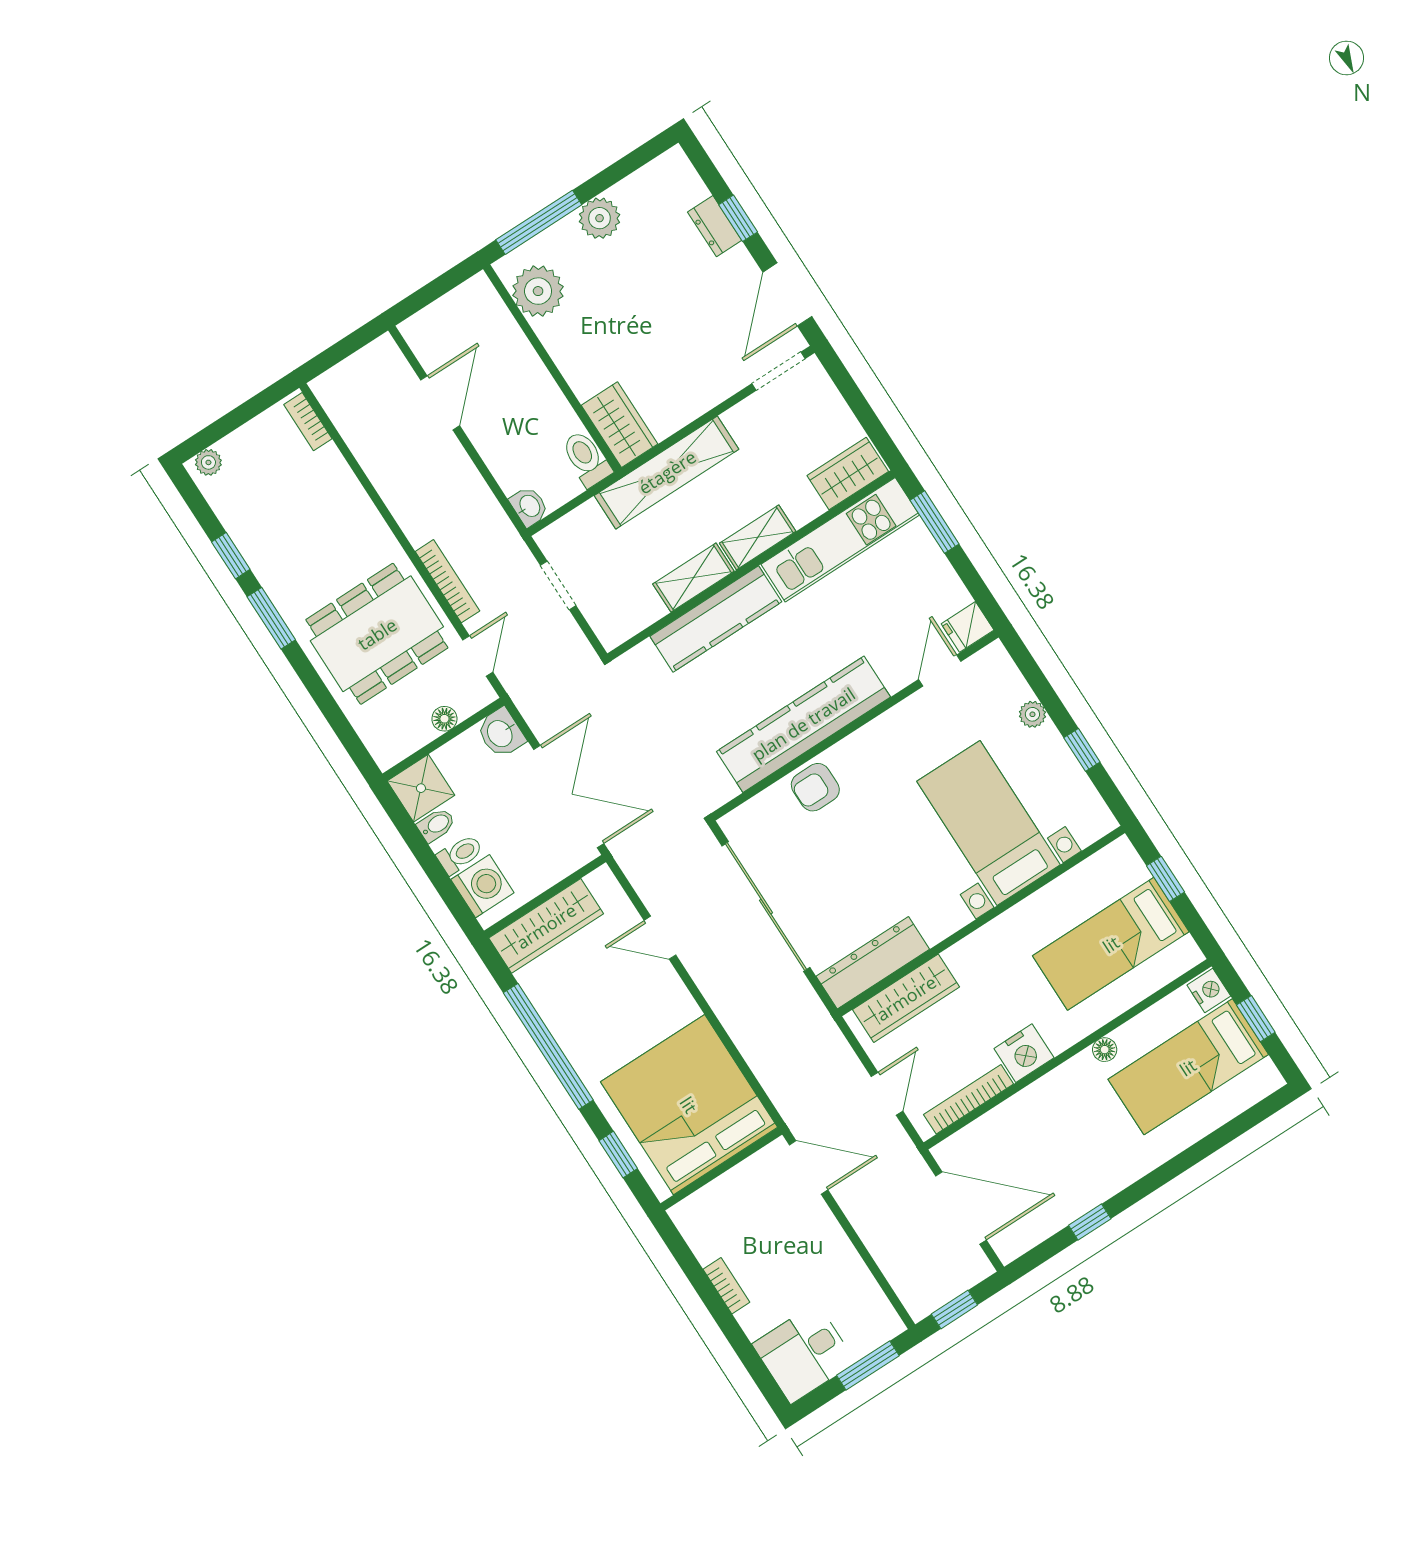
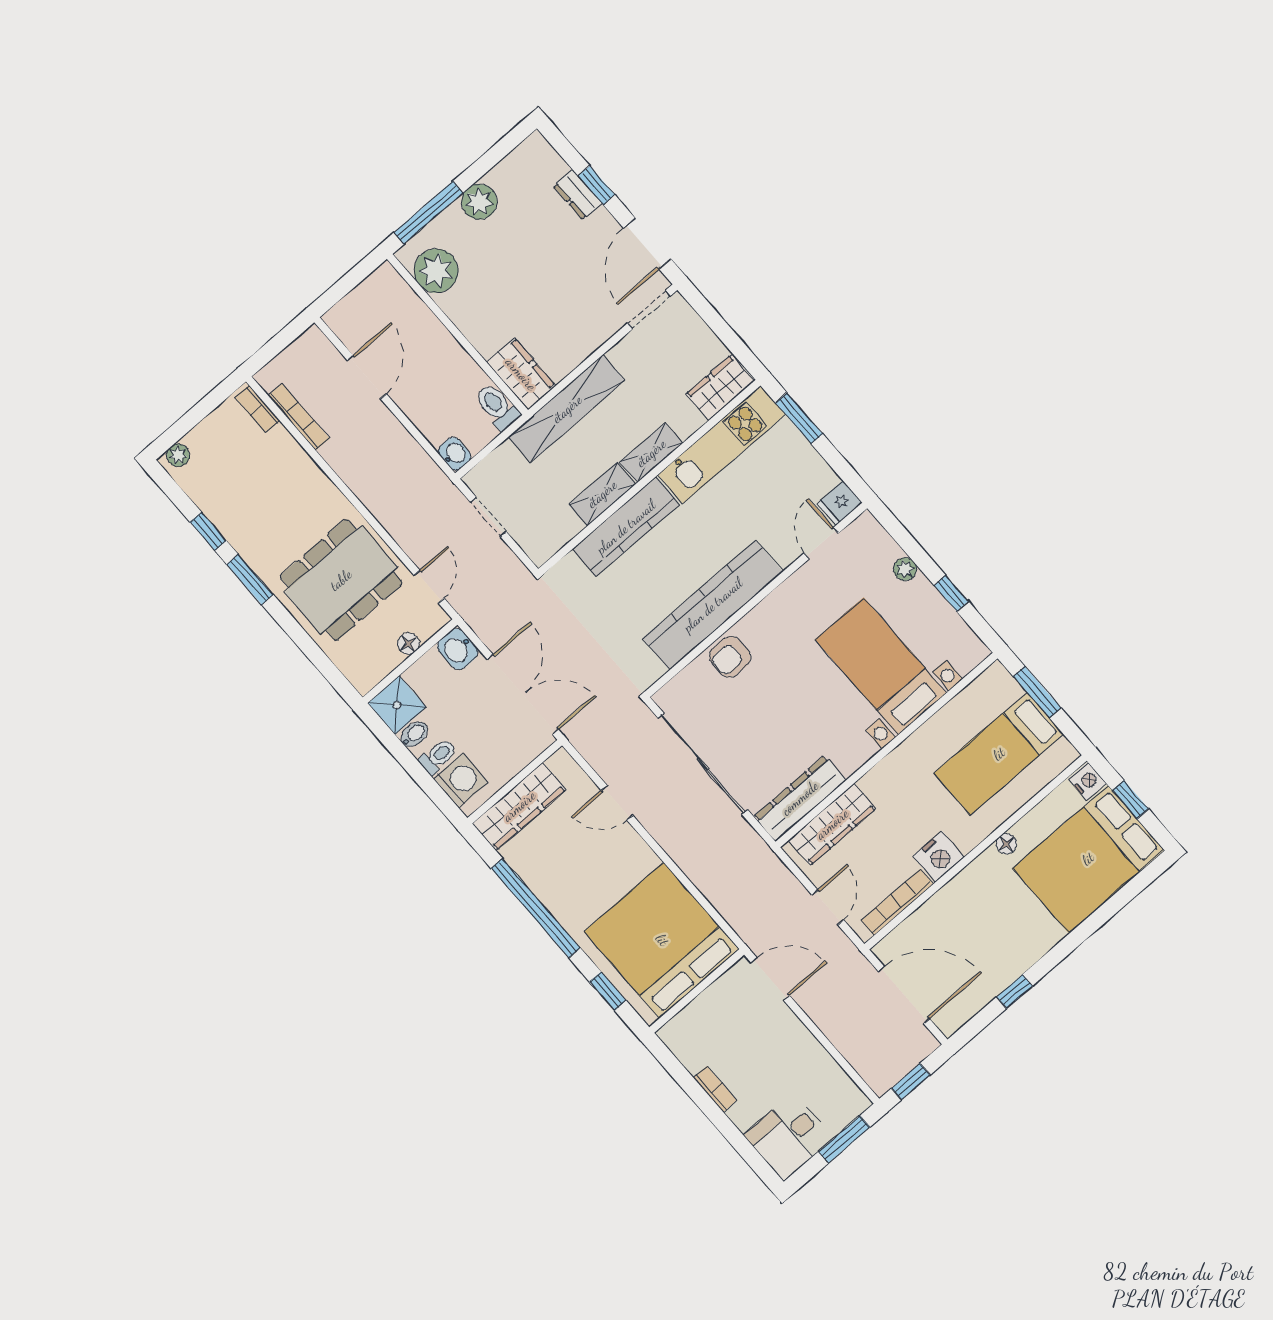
bookcase: (447, 581) -> (299, 417), moved
window: (1165, 879) -> (1037, 692), width x1.50
bed: (1188, 1067) -> (1088, 859), width x1.50

